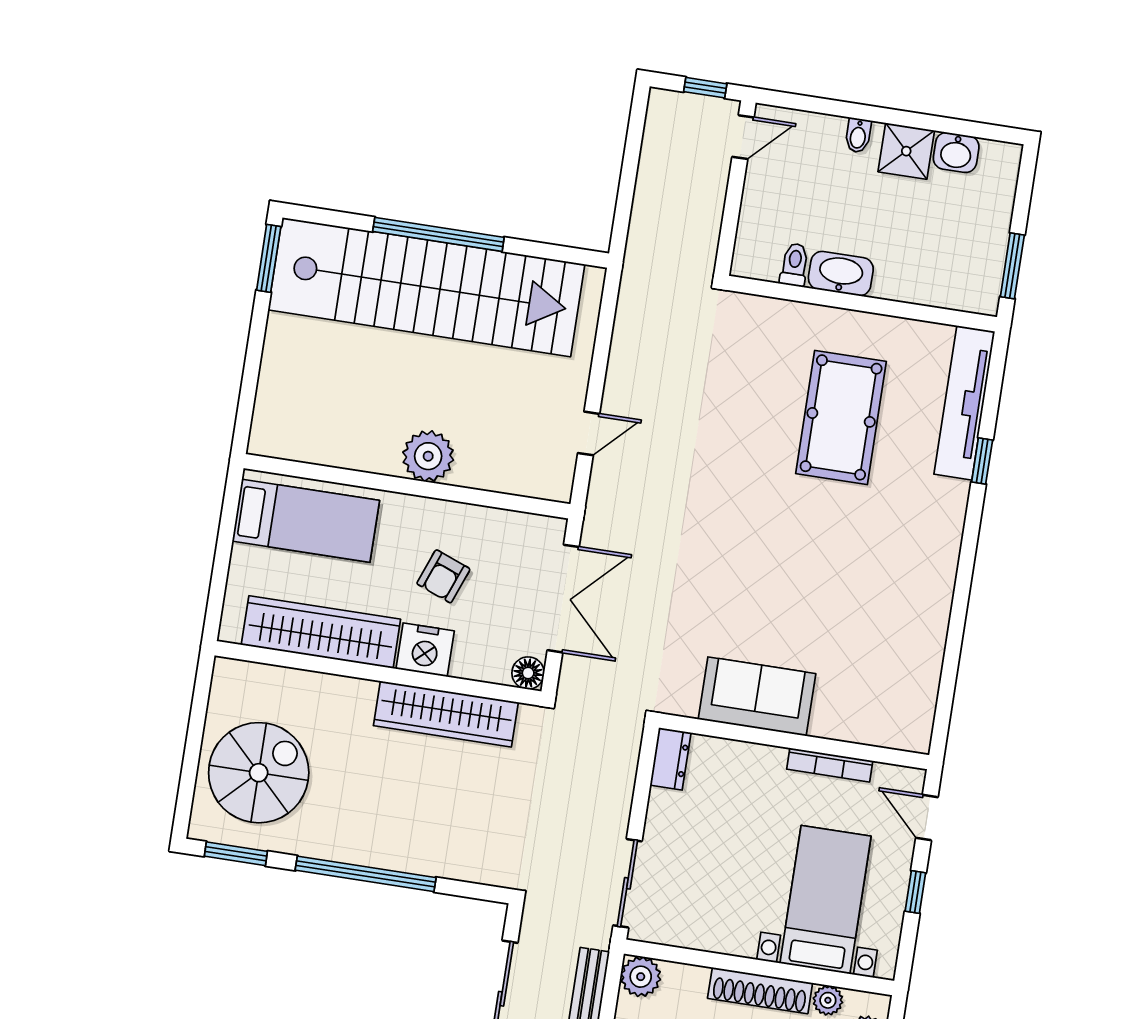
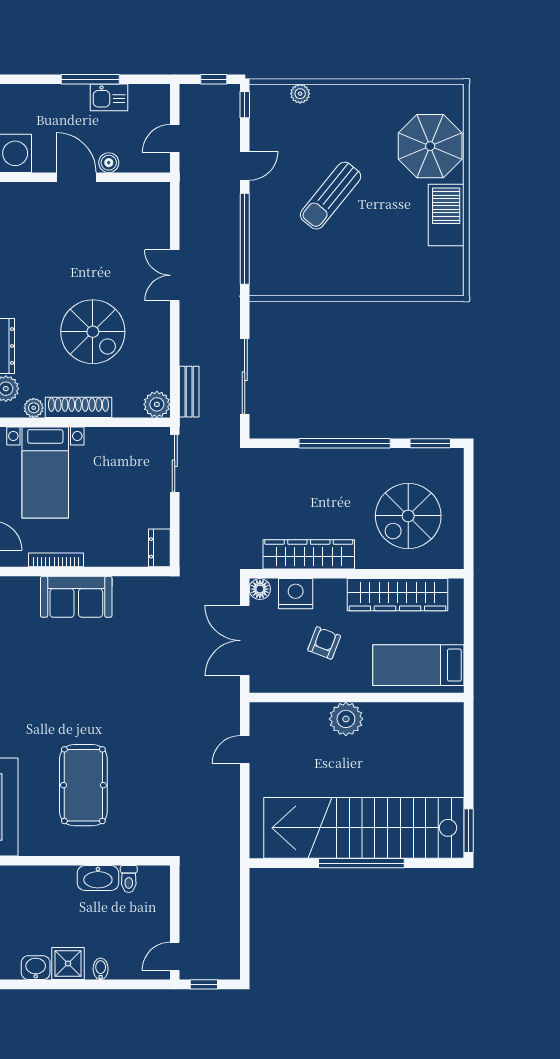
nightstand: (425, 650) -> (296, 594), moved
sofa: (757, 696) -> (76, 597), moved
spiral stairs: (259, 773) -> (408, 516), moved

